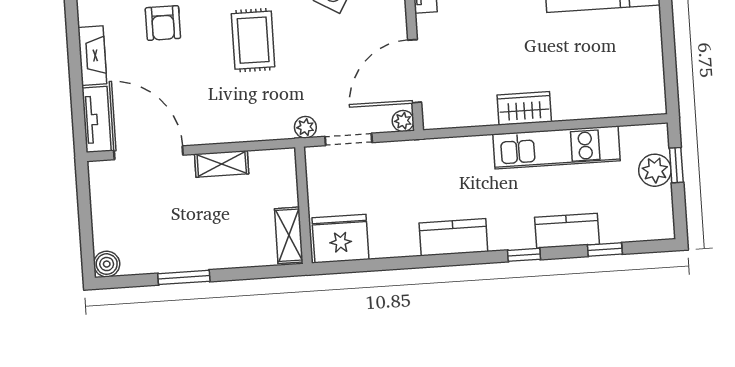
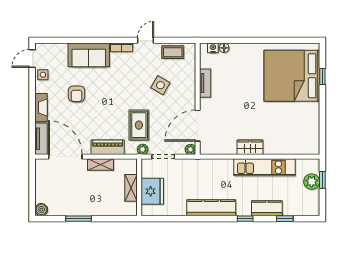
rug: (253, 40) -> (139, 125), moved
piano: (234, 128) -> (108, 147), added
shelving: (289, 235) -> (131, 188), moved
kitchen counter: (453, 237) -> (211, 208), width x1.50
fridge: (340, 239) -> (152, 191), moved, turned 90

